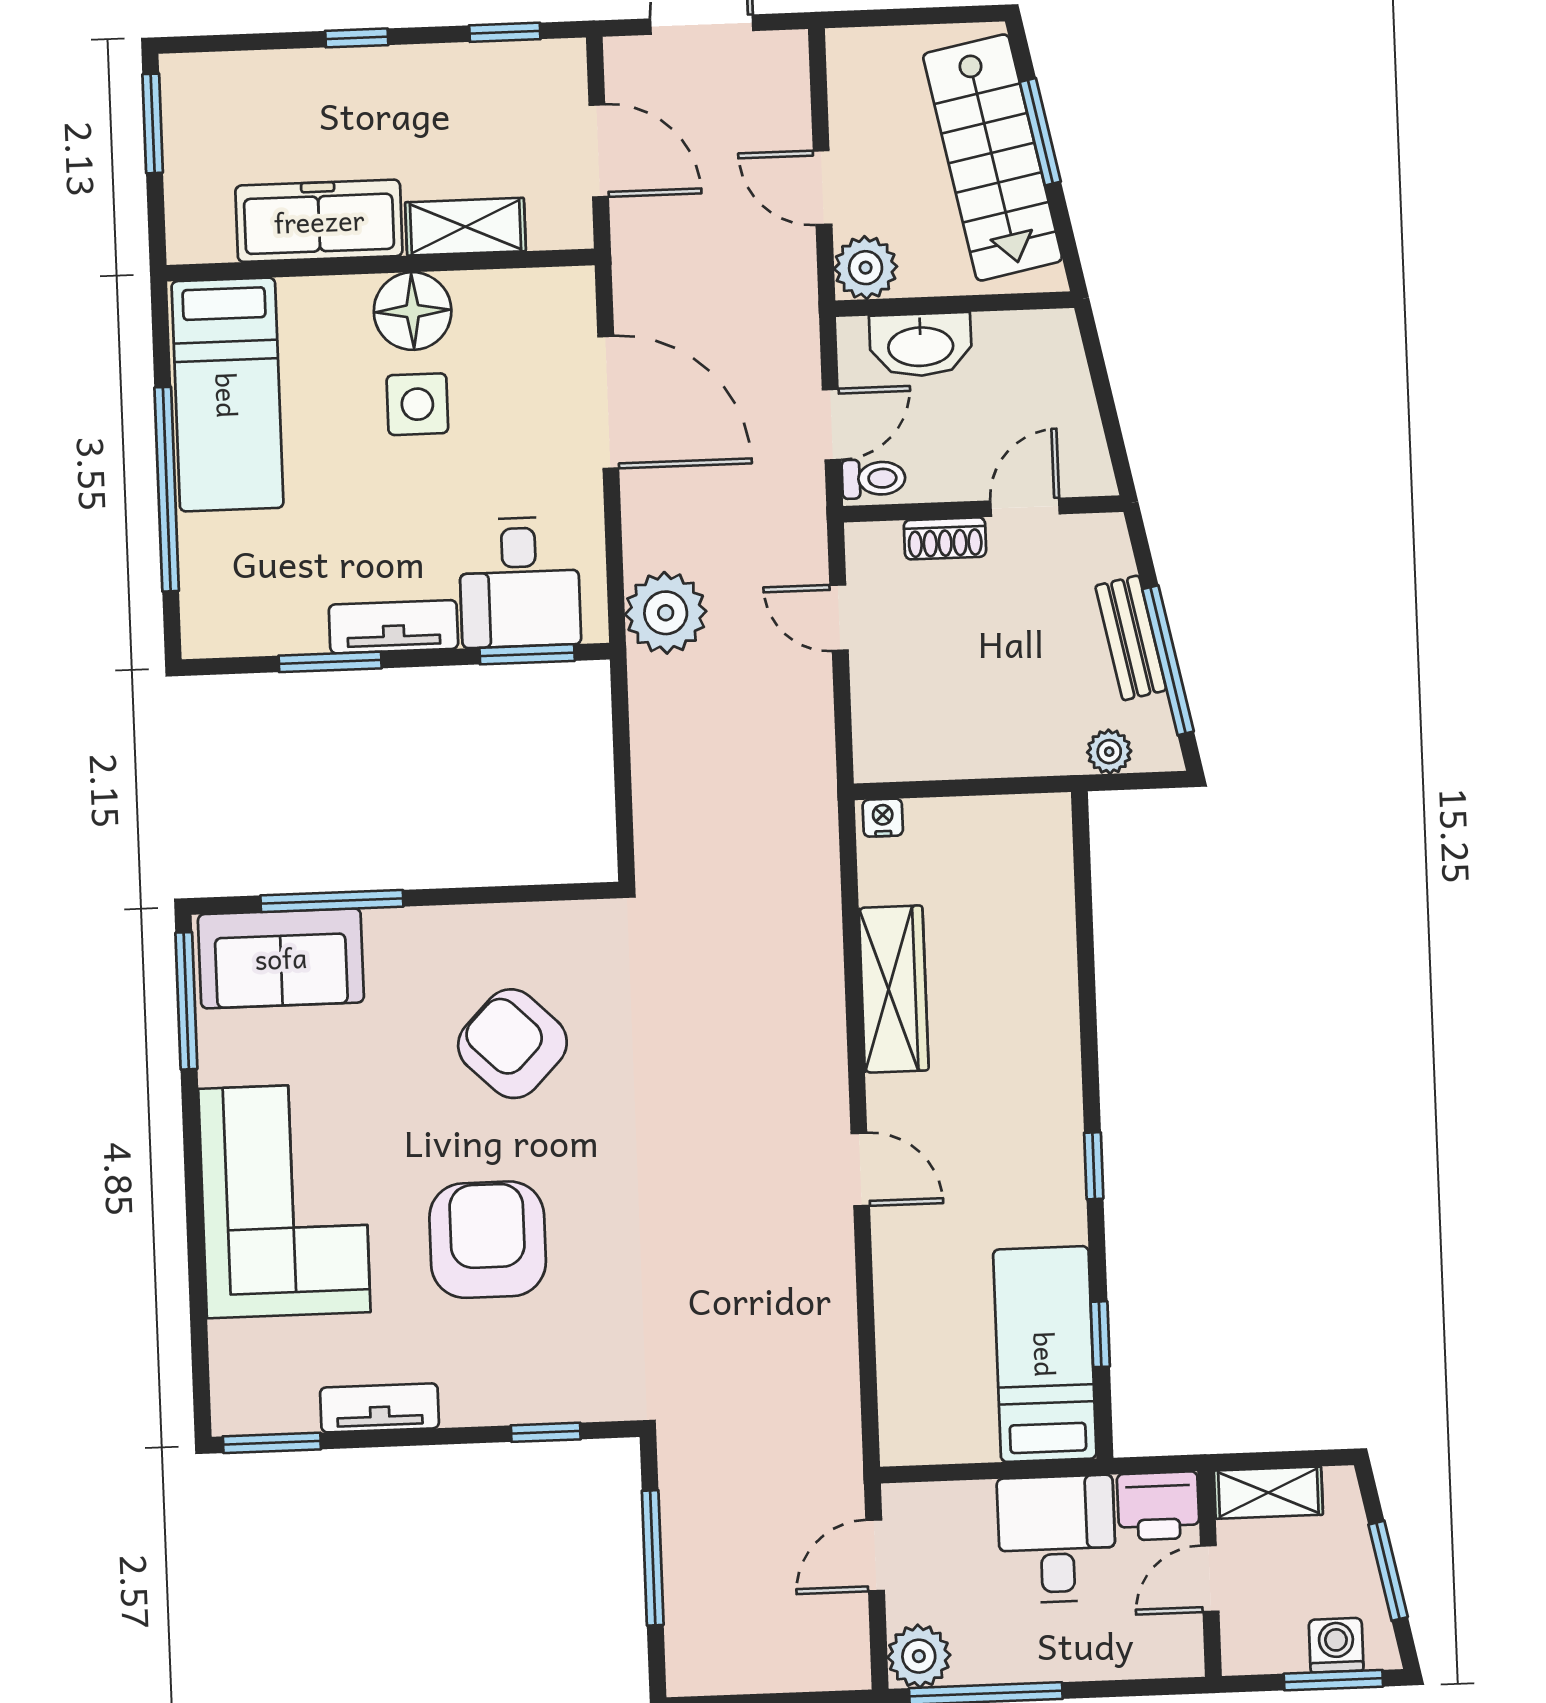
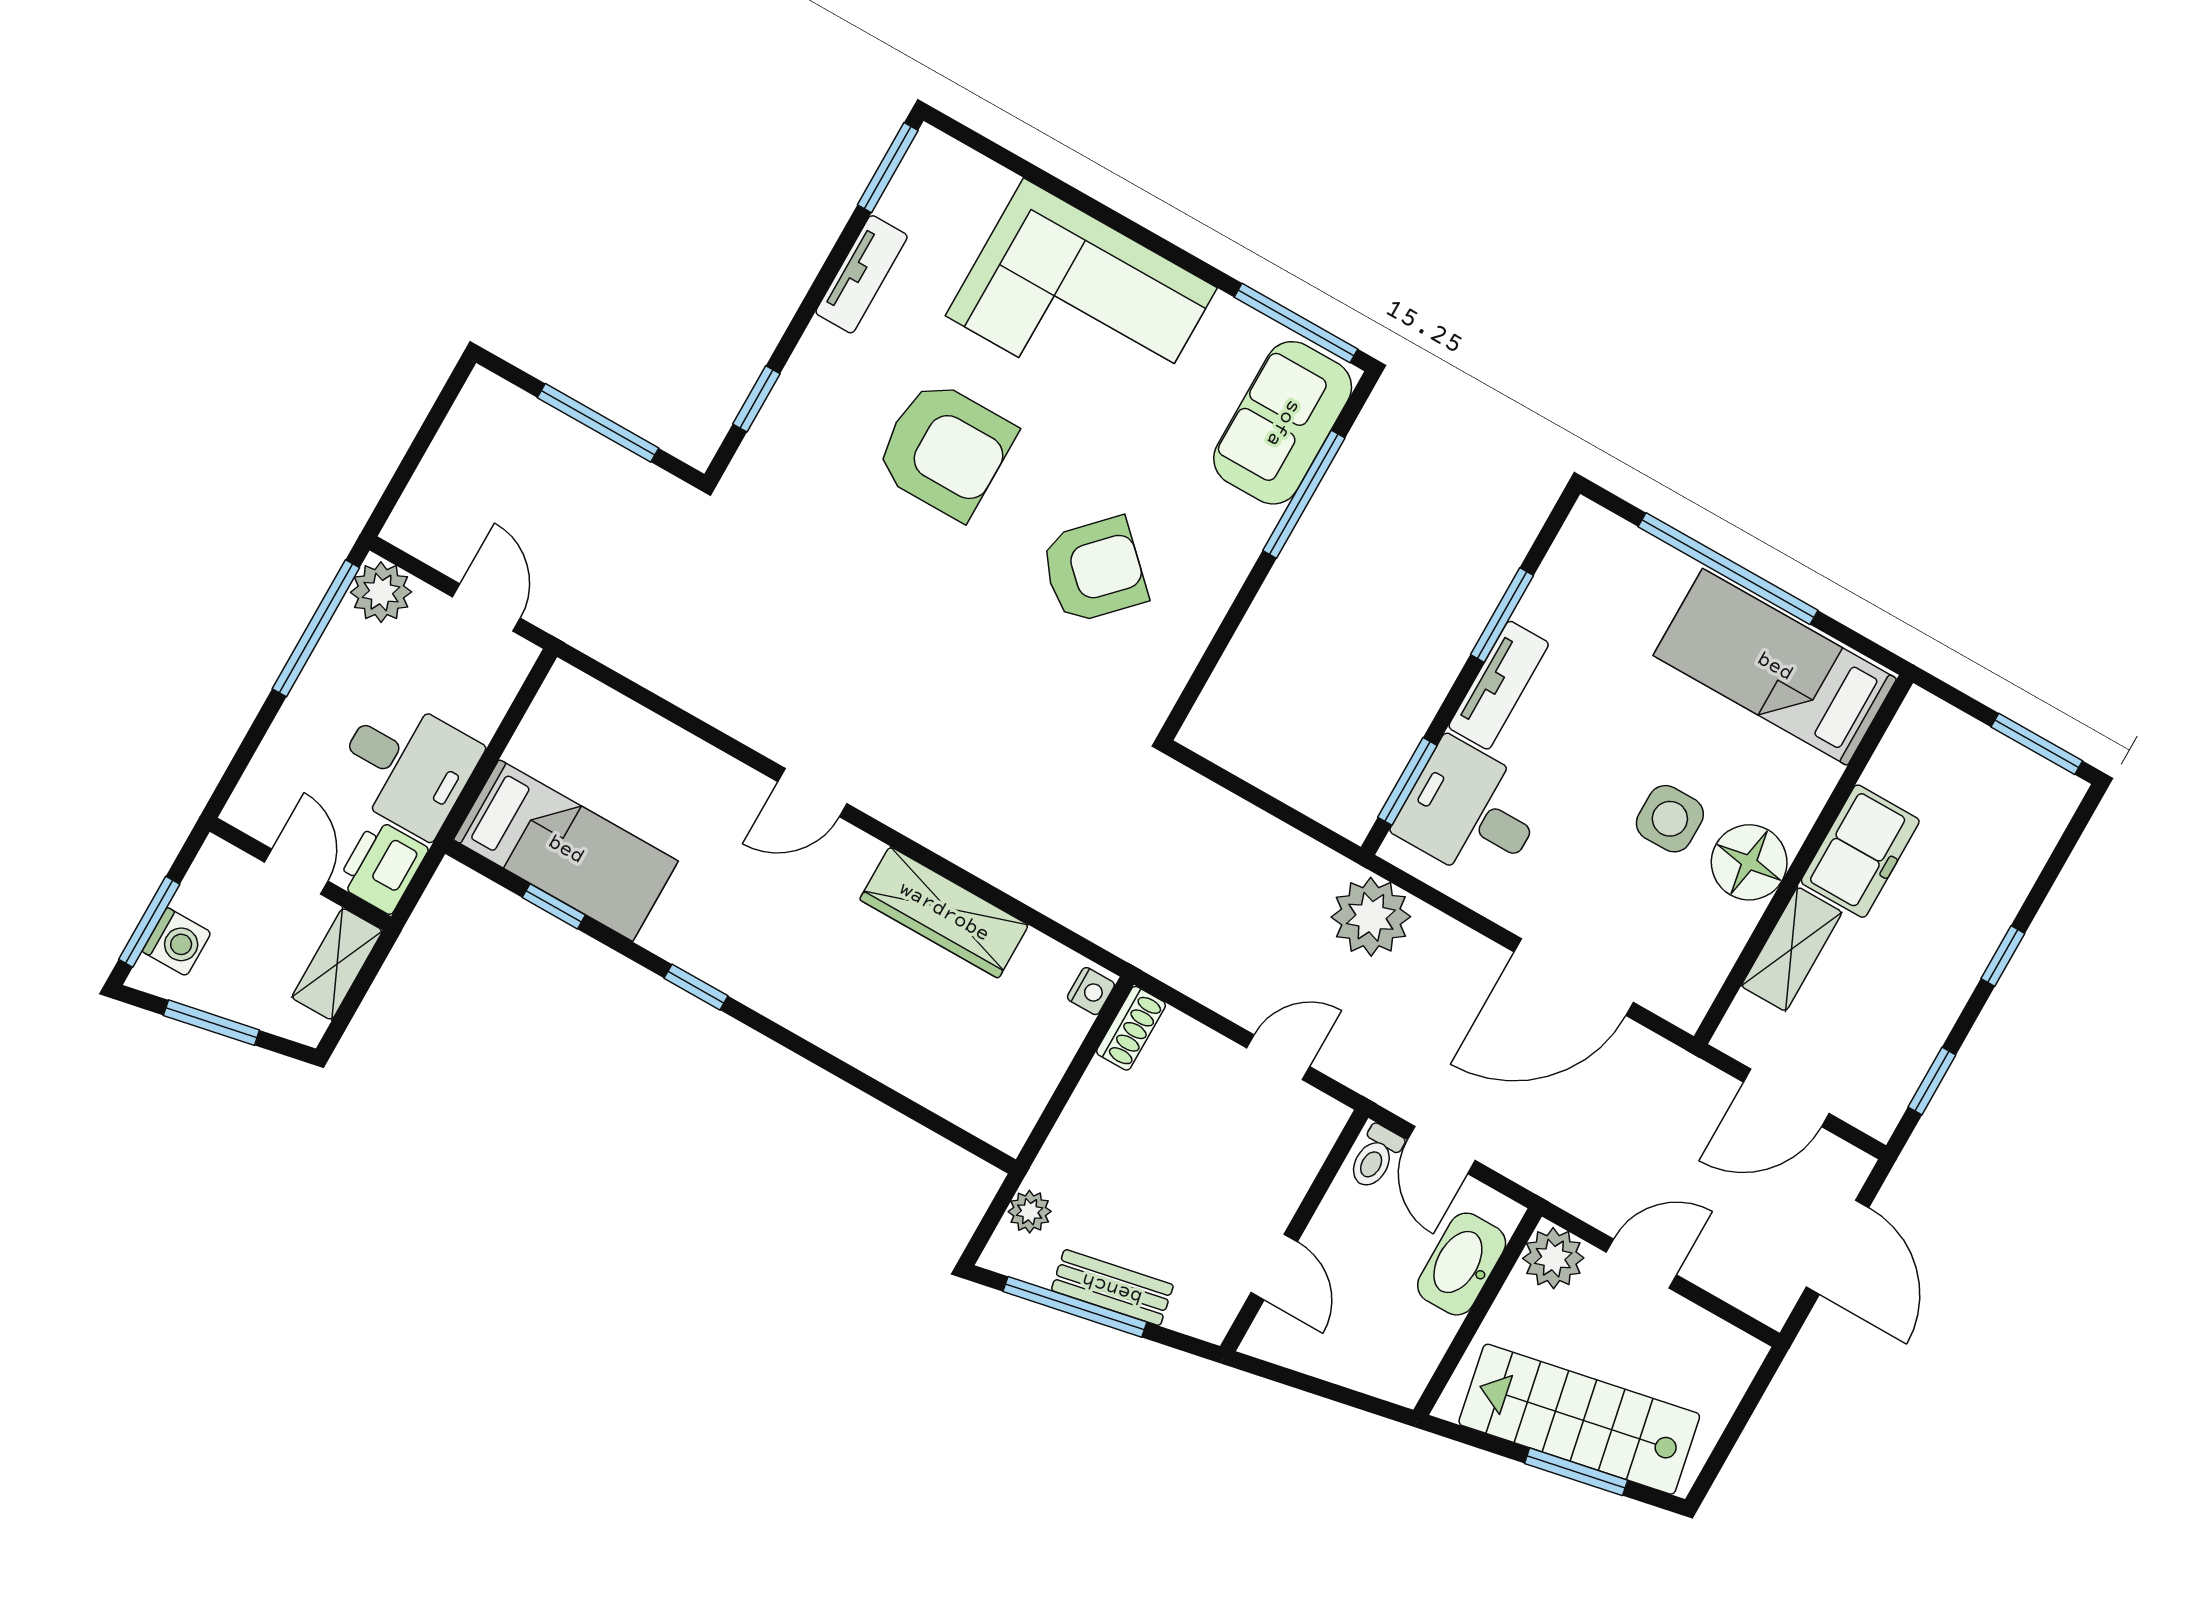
freezer: (319, 221) -> (1860, 851), width x0.71
shoe rack: (945, 538) -> (1131, 1028), moved, turned 180

